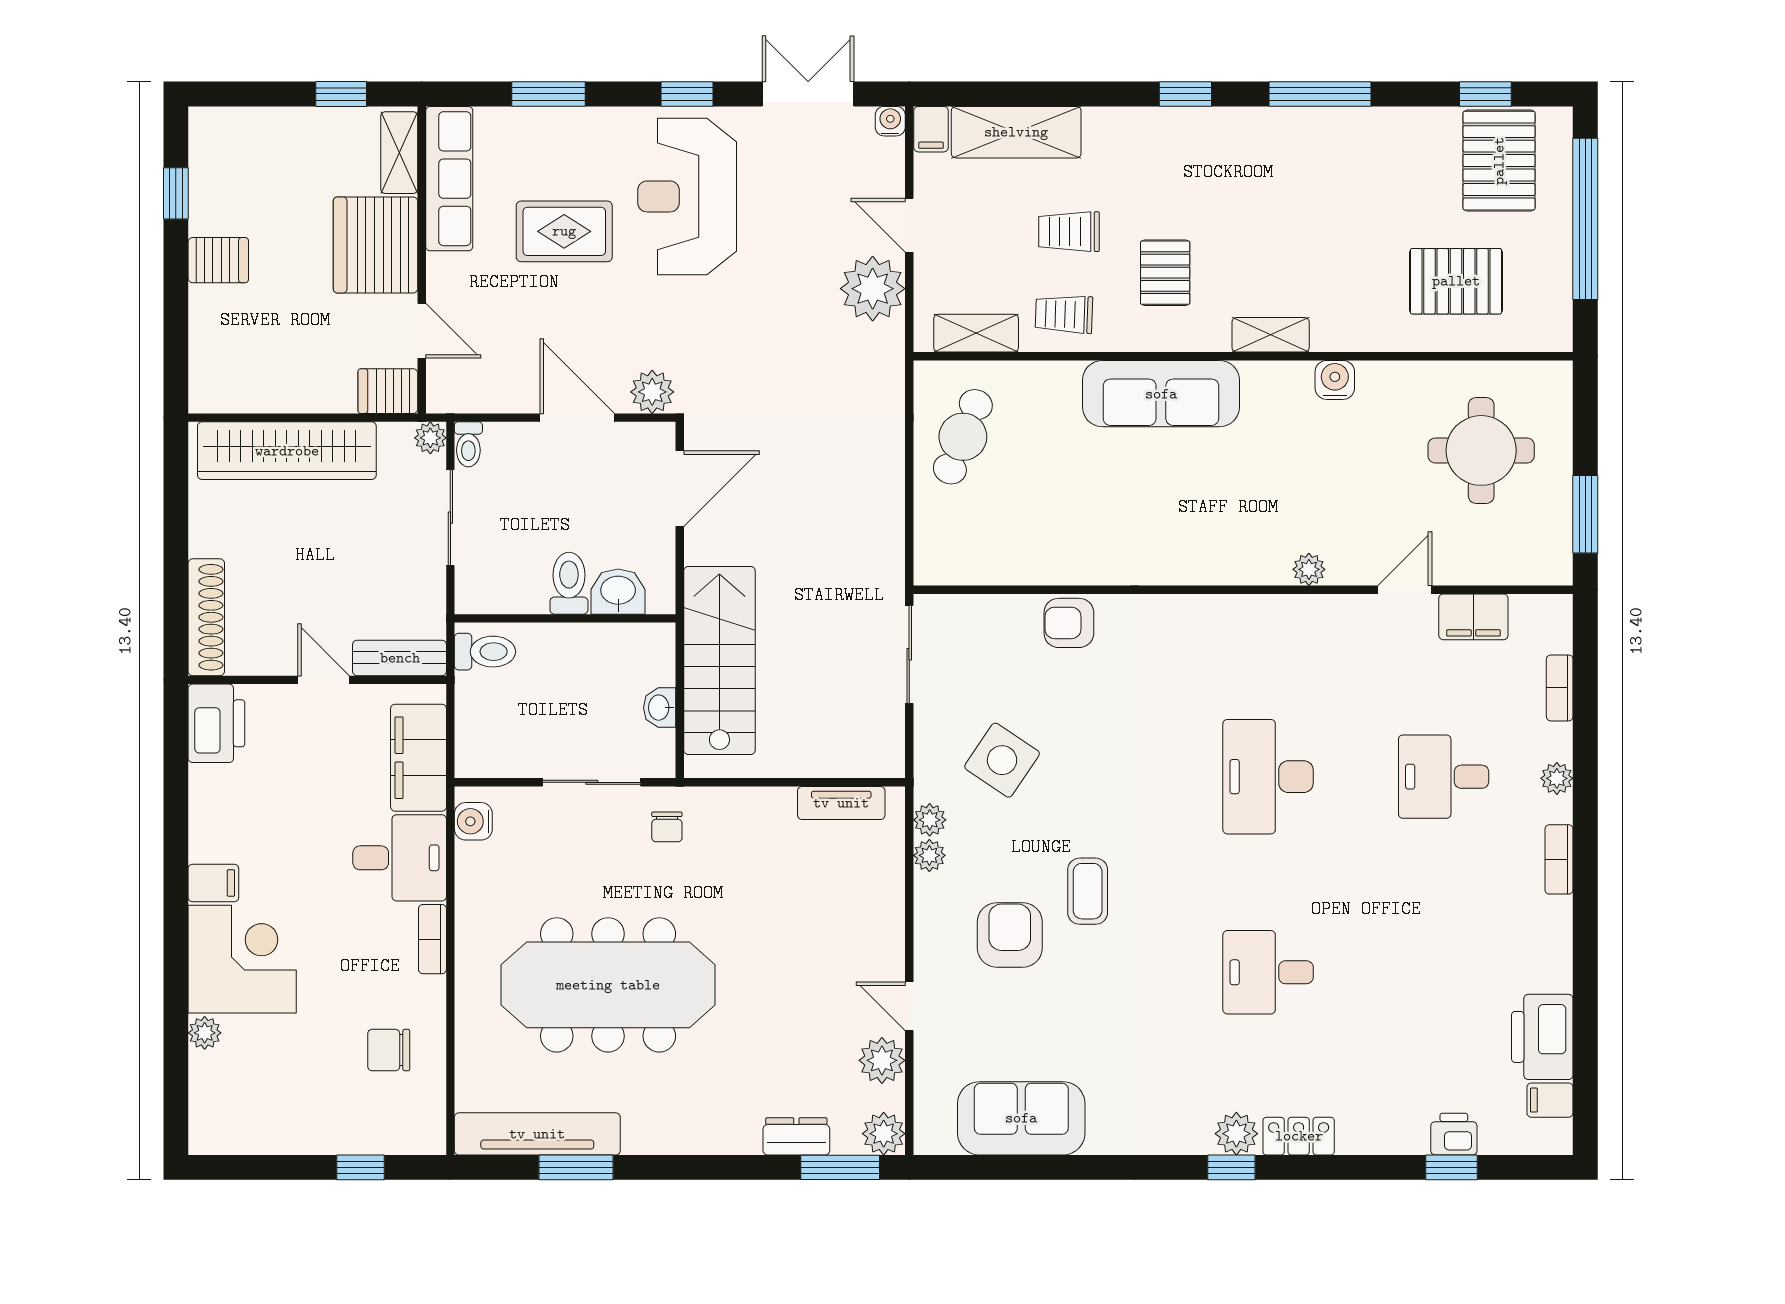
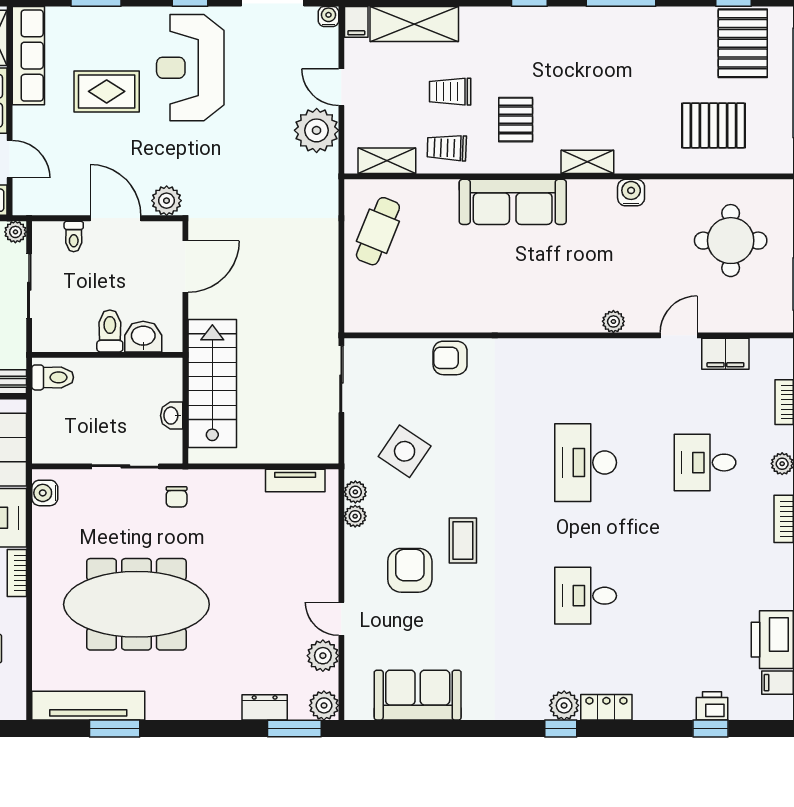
toilet: (468, 444) -> (74, 236), moved

